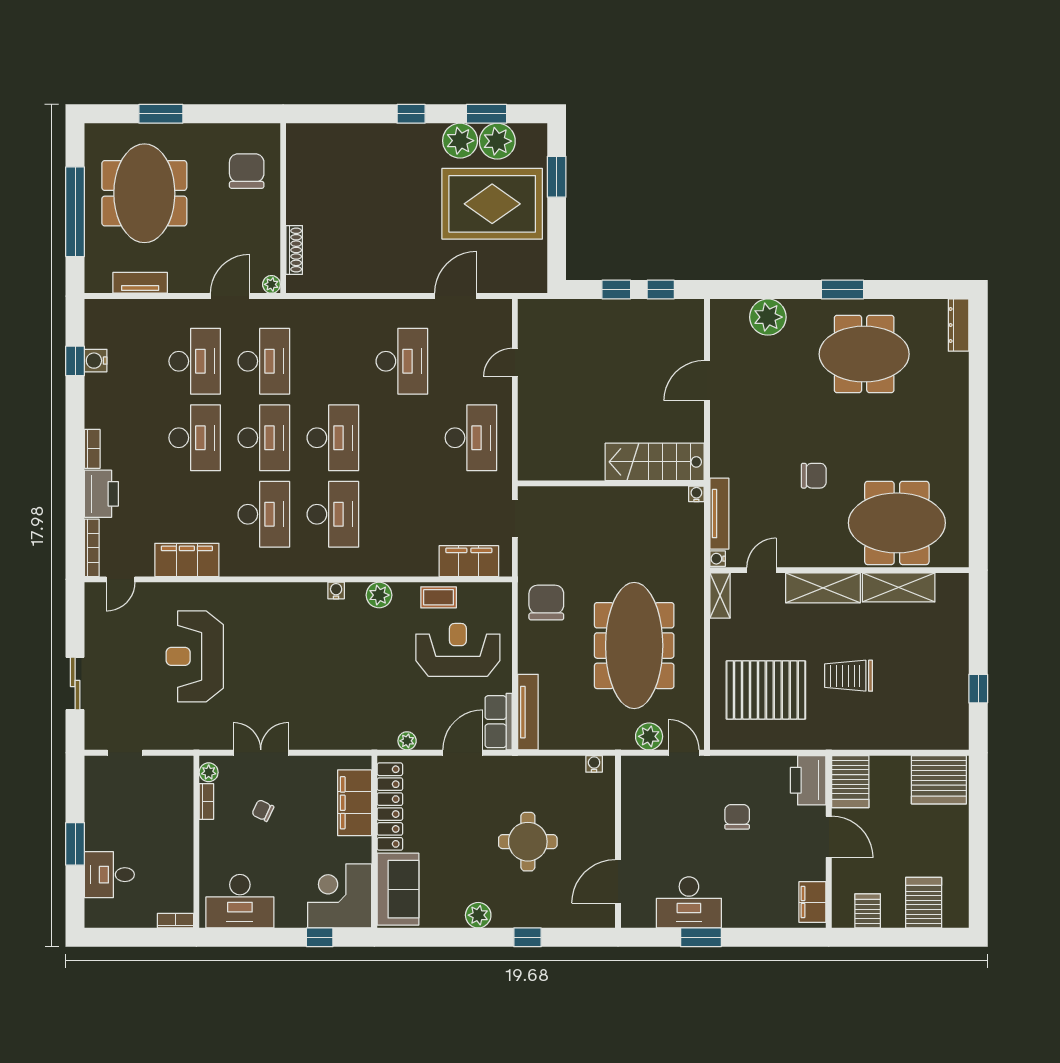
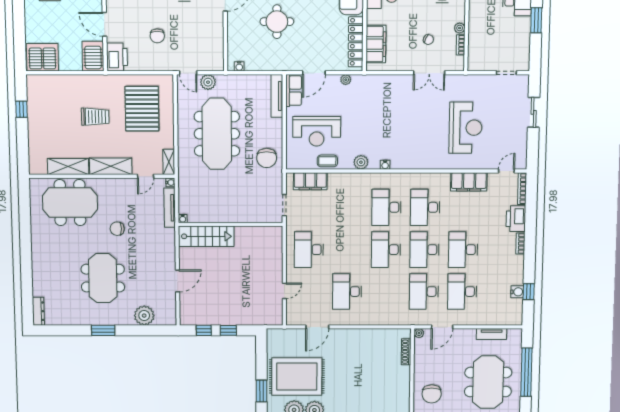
meeting table: (864, 354) -> (103, 278), moved, turned 90
pallet: (766, 690) -> (142, 109), turned 90
plant: (209, 772) -> (460, 28), moved

